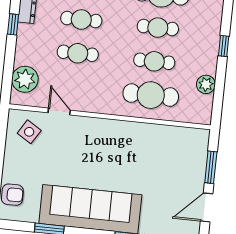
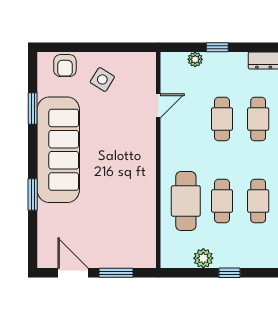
window: (13, 24) -> (217, 47), moved
window: (224, 46) -> (230, 273), moved
plant: (25, 79) -> (195, 59), width x0.53, depth x0.53
side table: (29, 132) -> (102, 79), moved

